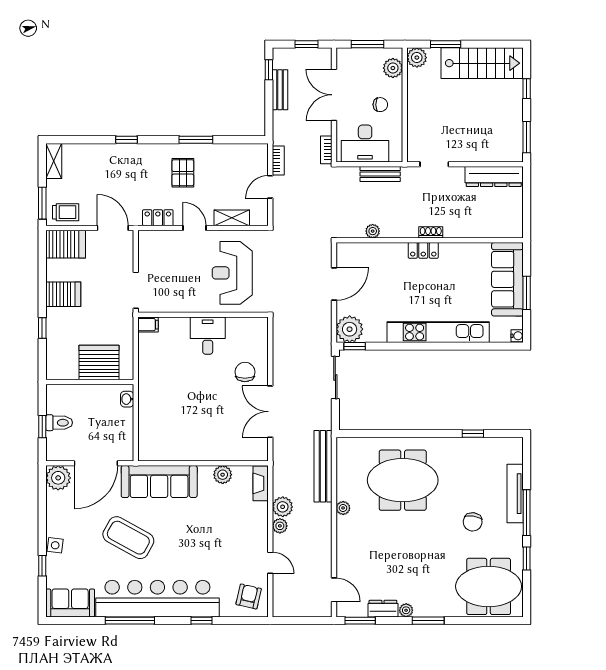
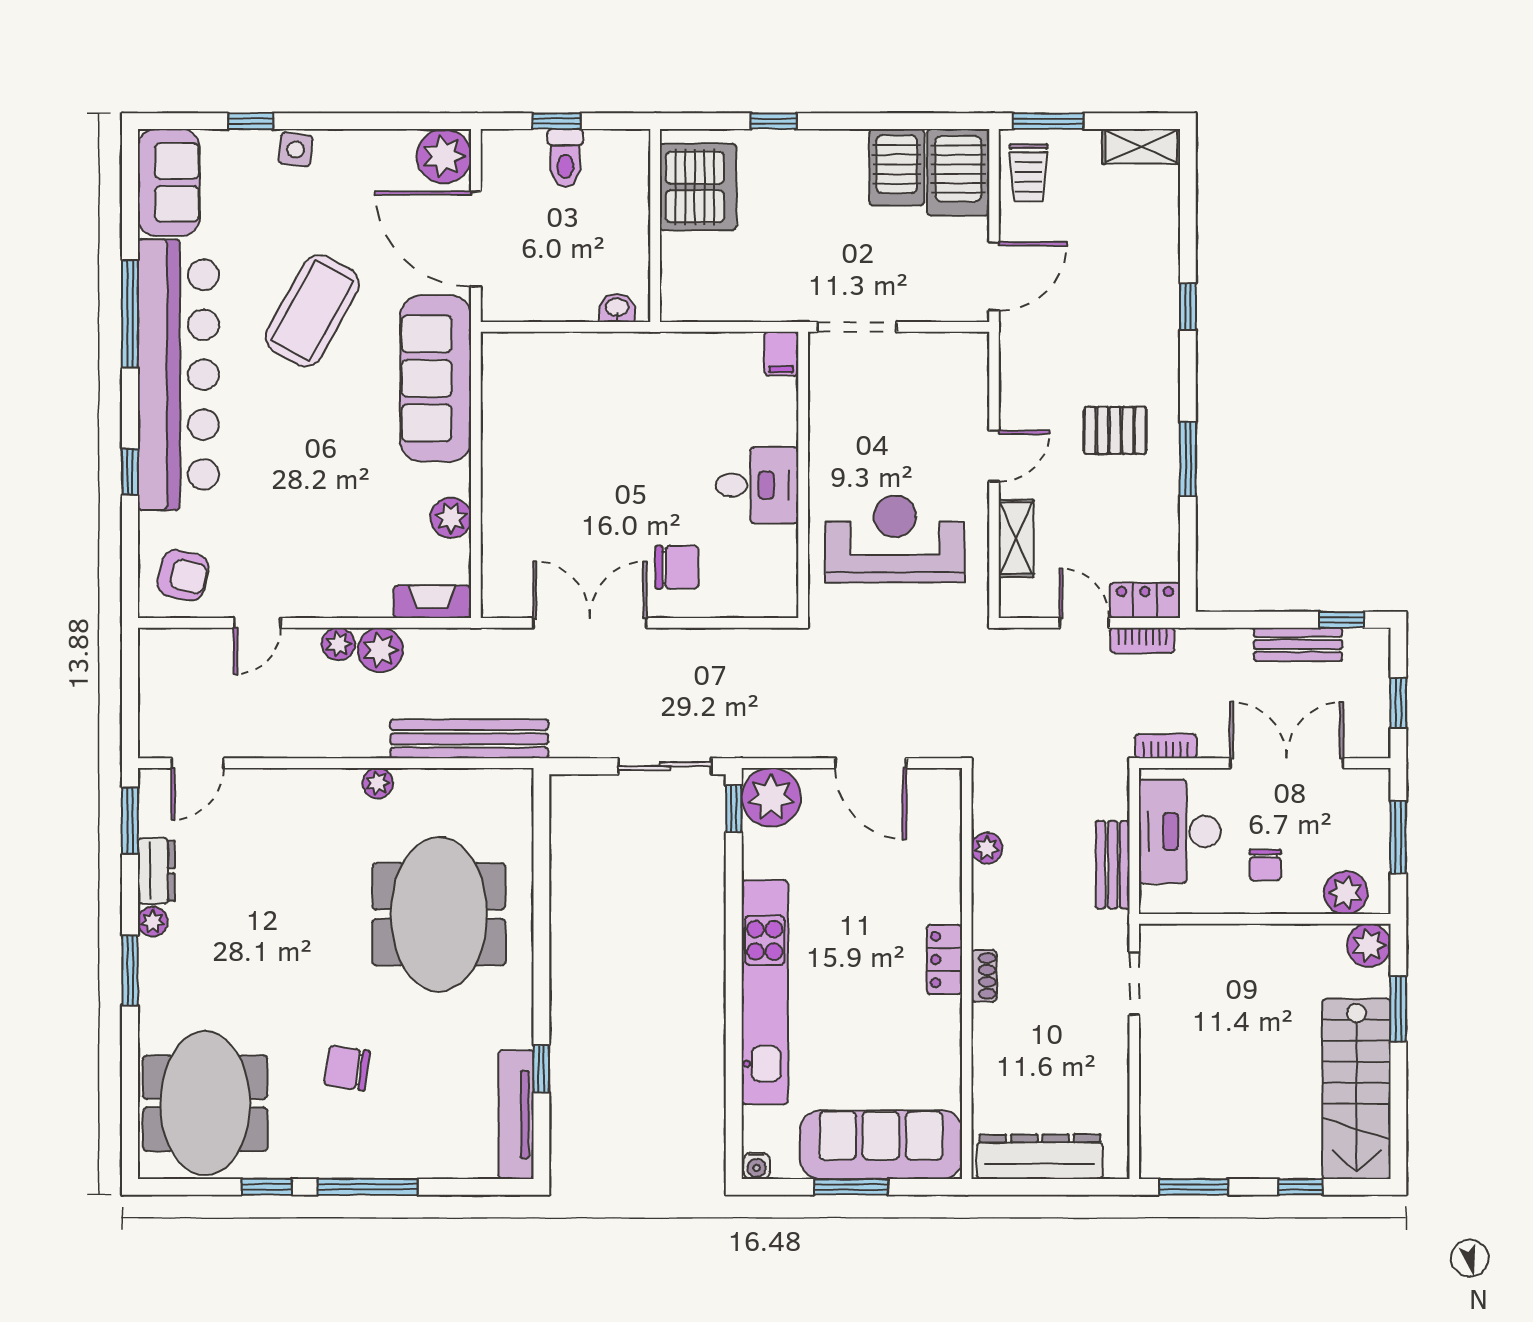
dresser: (494, 176) -> (1040, 1157), moved, turned 90
locker: (158, 218) -> (1145, 600), moved, turned -90
server rack: (63, 294) -> (897, 167), moved
server rack: (99, 362) -> (698, 187), moved
tv unit: (515, 494) -> (516, 1115), moved, turned -90

